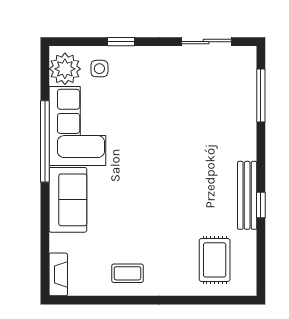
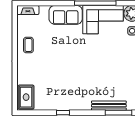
bench: (247, 195) -> (109, 106), moved
rug: (215, 260) -> (26, 97), moved, turned 90

